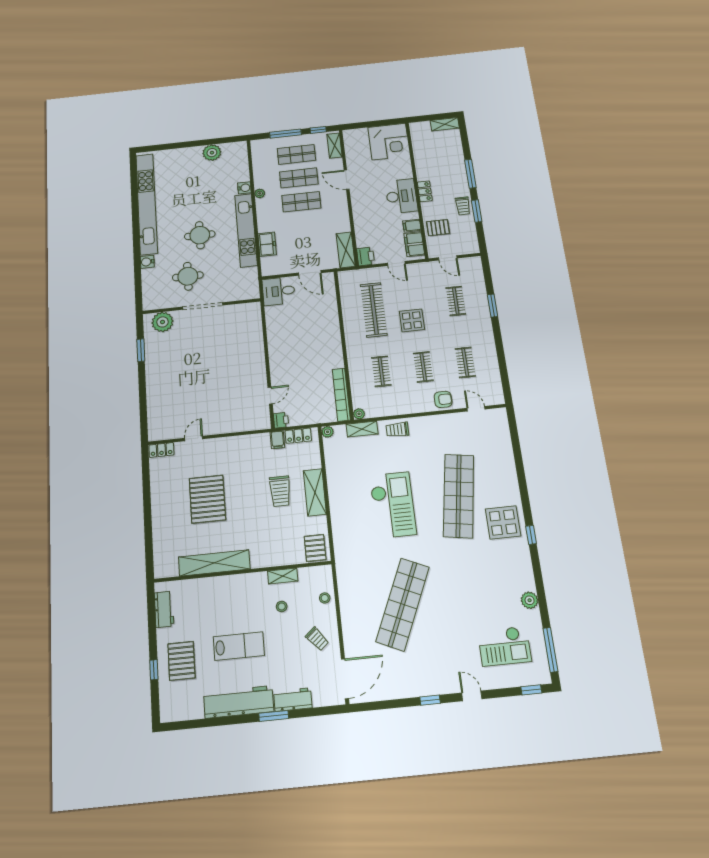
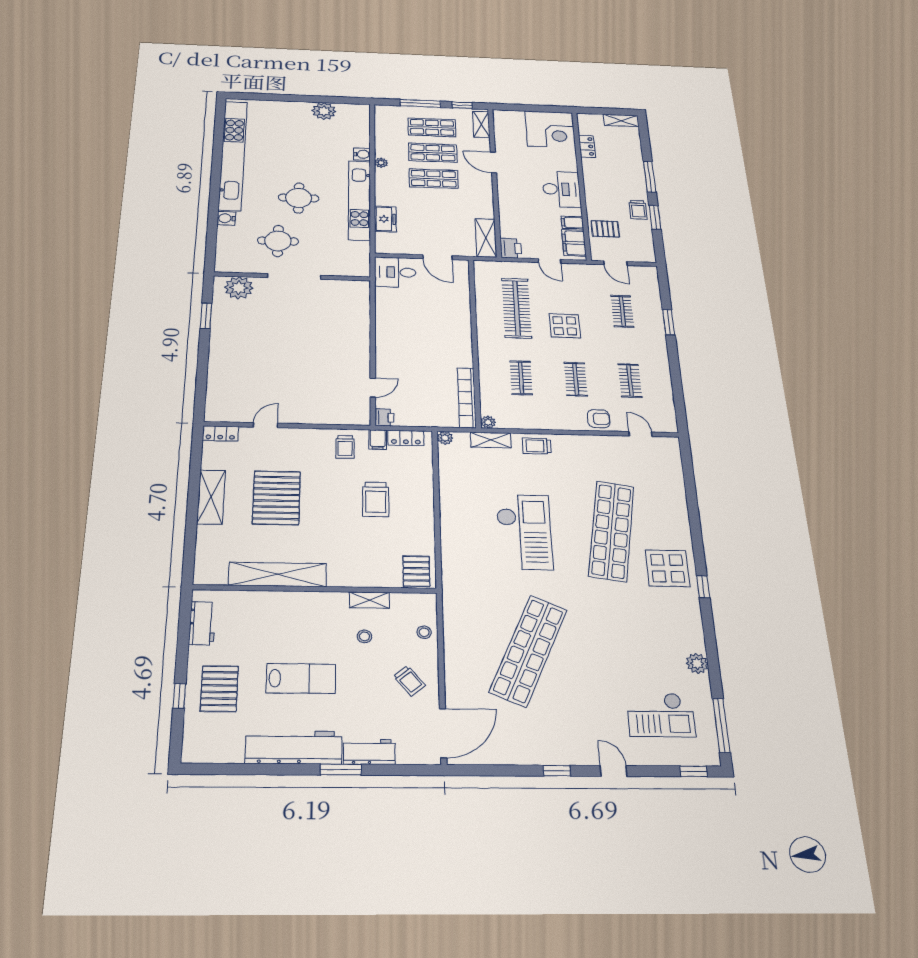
locker: (425, 191) -> (587, 146), moved
trolley: (254, 449) -> (345, 447), added
shelving: (315, 492) -> (211, 497), moved

